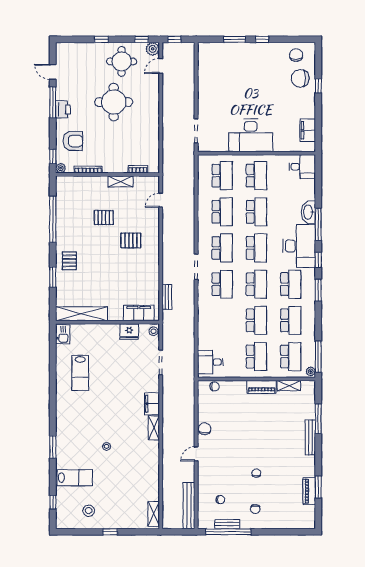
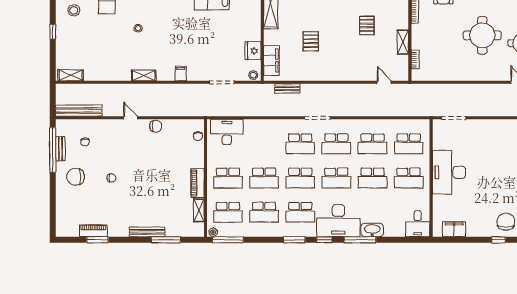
pallet: (131, 240) -> (311, 41), moved
desk: (210, 362) -> (227, 132), width x1.37
filing cabinet: (152, 404) -> (181, 74), width x0.50
shelving: (154, 428) -> (144, 75), moved
chair: (255, 509) -> (76, 177), width x1.87, depth x1.87

